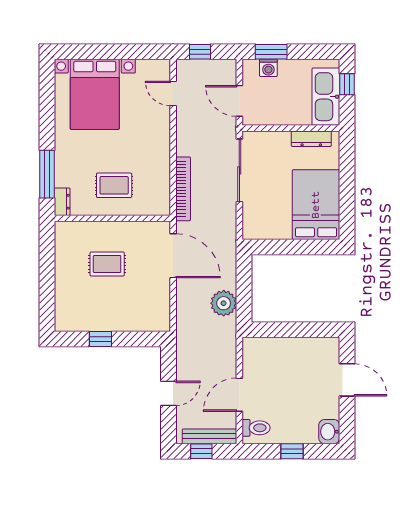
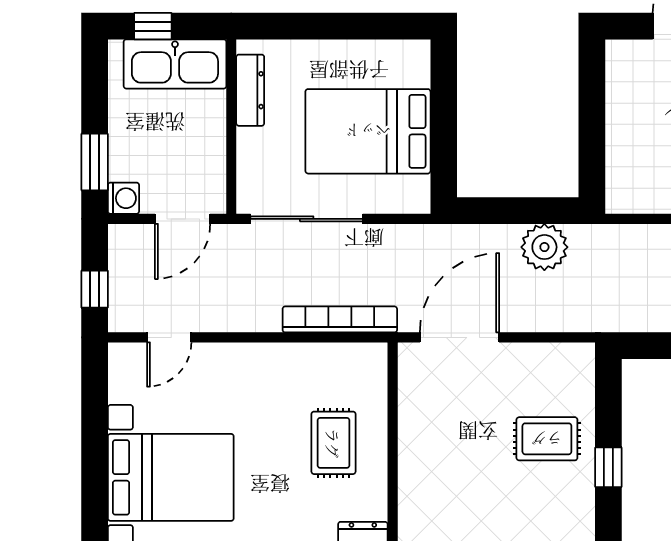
washing machine: (268, 68) -> (123, 198), moved
bed: (316, 205) -> (368, 131), moved
rug: (107, 264) -> (547, 439), moved, turned 90

